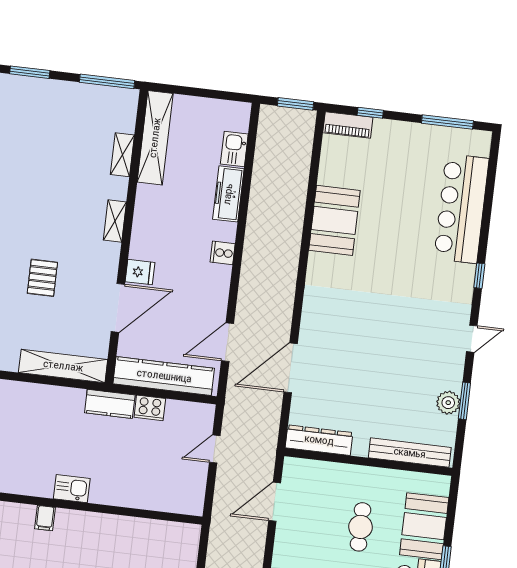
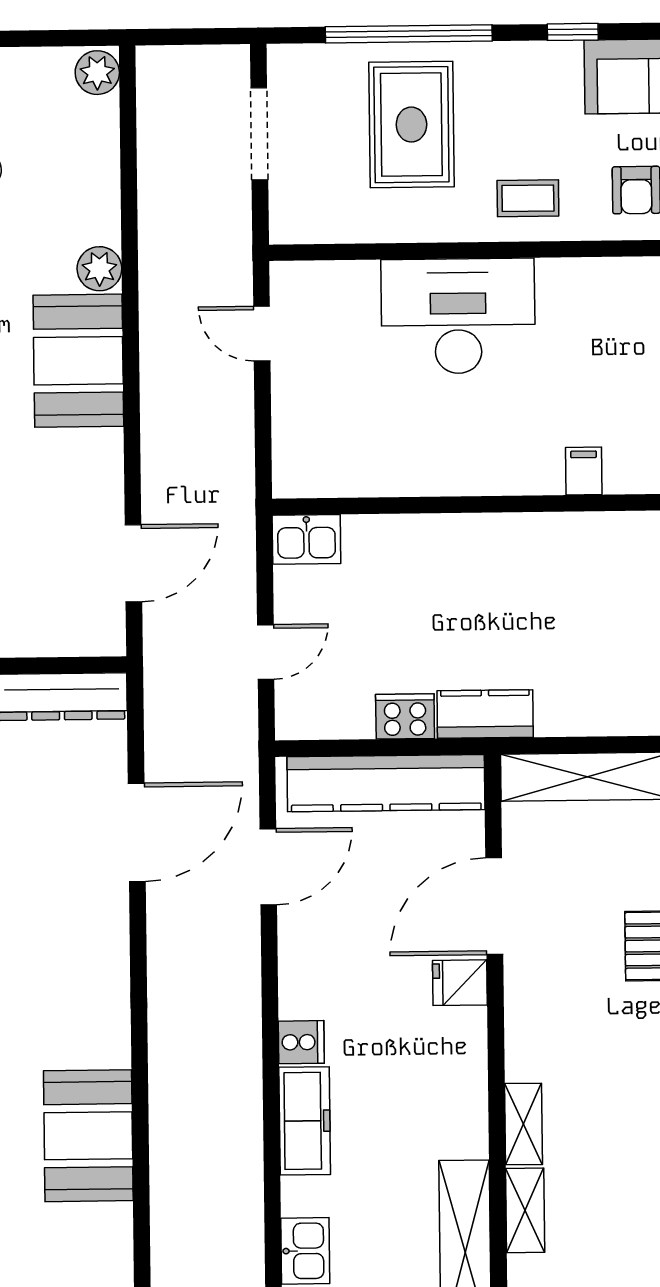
freezer: (228, 194) -> (305, 1121), moved
shelving: (115, 221) -> (523, 1124), moved
kitchen sink: (72, 489) -> (306, 539), moved

